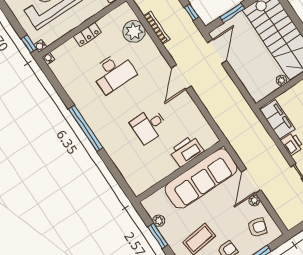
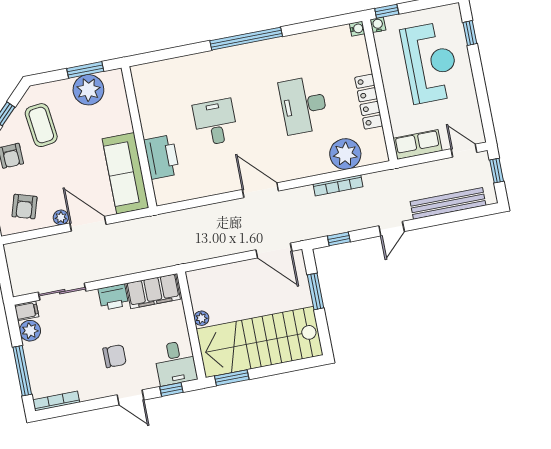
locker: (87, 34) -> (369, 102), width x1.53
sofa: (201, 178) -> (126, 173), width x0.74, depth x0.79
plant: (159, 221) -> (88, 90), width x1.88, depth x1.88
window: (158, 236) -> (85, 70), moved

